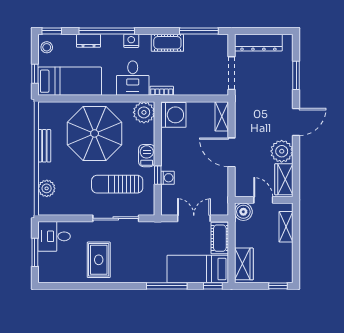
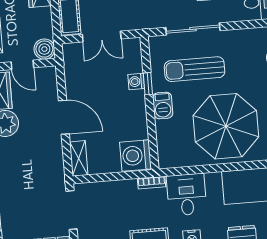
plant: (144, 112) -> (170, 156), removed
sun lounger: (117, 184) -> (195, 69), turned 180

